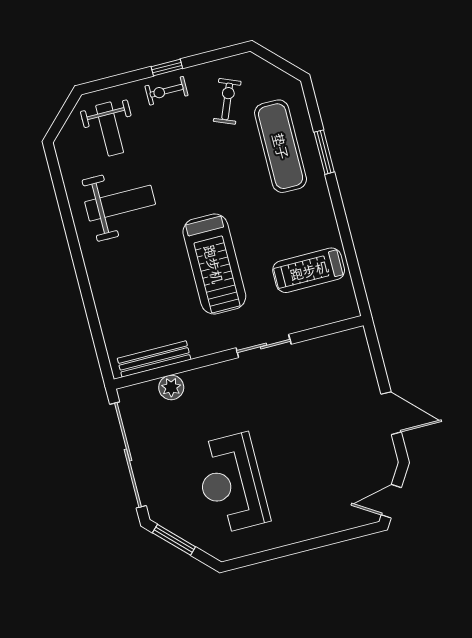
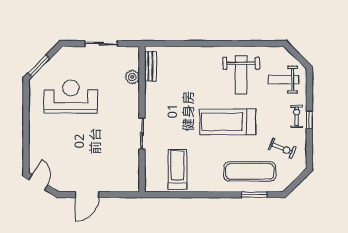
window: (324, 152) -> (254, 195), moved
treadmill: (214, 264) -> (228, 122), moved
bench: (154, 359) -> (150, 66), width x0.73
sliding door: (128, 455) -> (101, 44), width x0.54
window: (174, 540) -> (39, 66), moved

